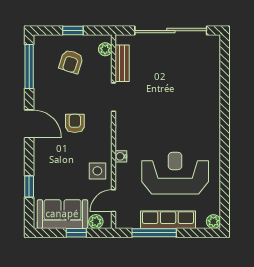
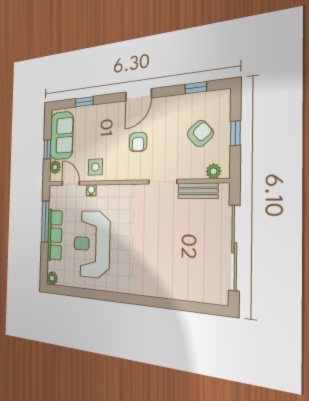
armchair: (71, 62) -> (200, 134), turned 121
window: (29, 66) -> (196, 88), width x0.46
armchair: (75, 123) -> (138, 142), turned 90
water cooler: (121, 156) -> (91, 190), moved
reception desk: (175, 173) -> (92, 244), turned 180

